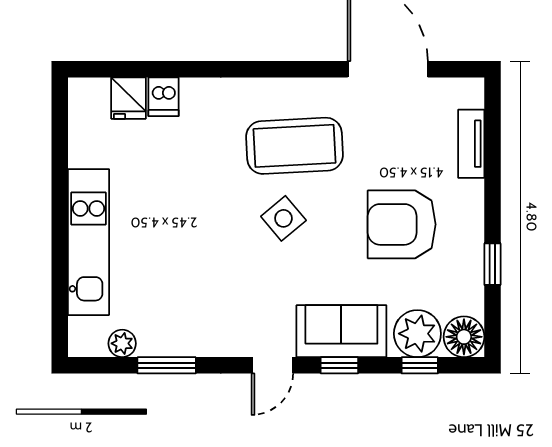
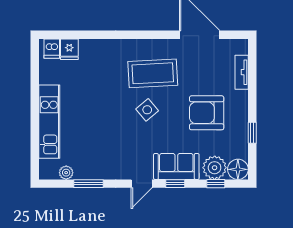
dishwasher: (163, 97) -> (52, 49), moved

